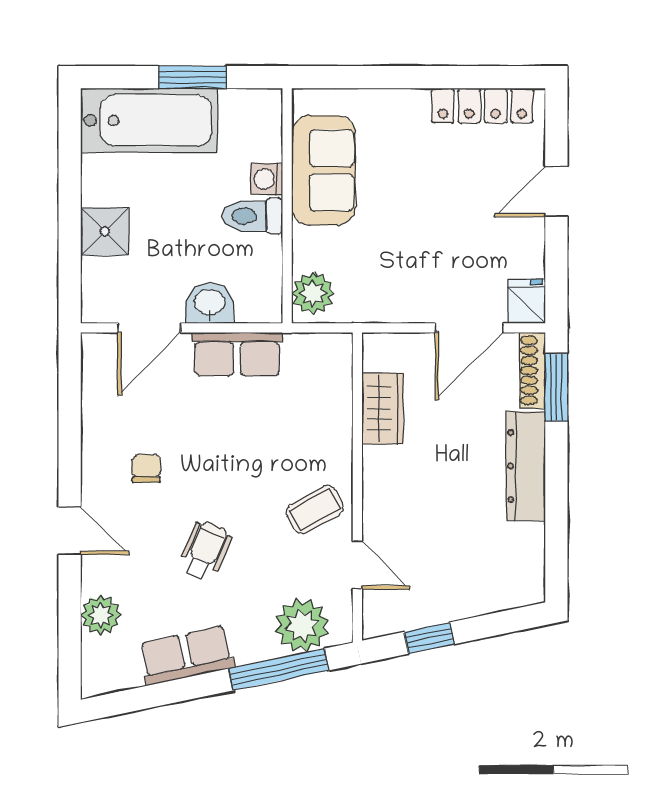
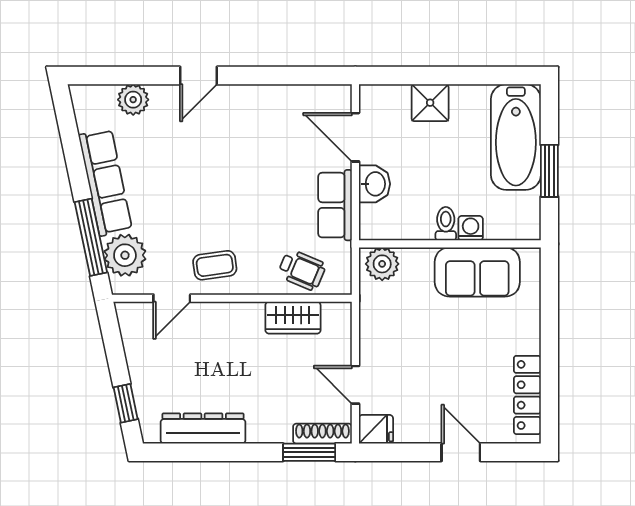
toilet: (253, 216) -> (446, 224), width x0.73, depth x0.72
door: (469, 328) -> (355, 385), width x0.73
dresser: (526, 466) -> (203, 429), moved
chair: (146, 468) -> (247, 135), removed
coffee table: (315, 510) -> (215, 265), turned -69
wheelchair: (205, 551) -> (302, 270), moved
window: (429, 638) -> (126, 403), moved
row of seats: (186, 655) -> (105, 182), width x1.48

